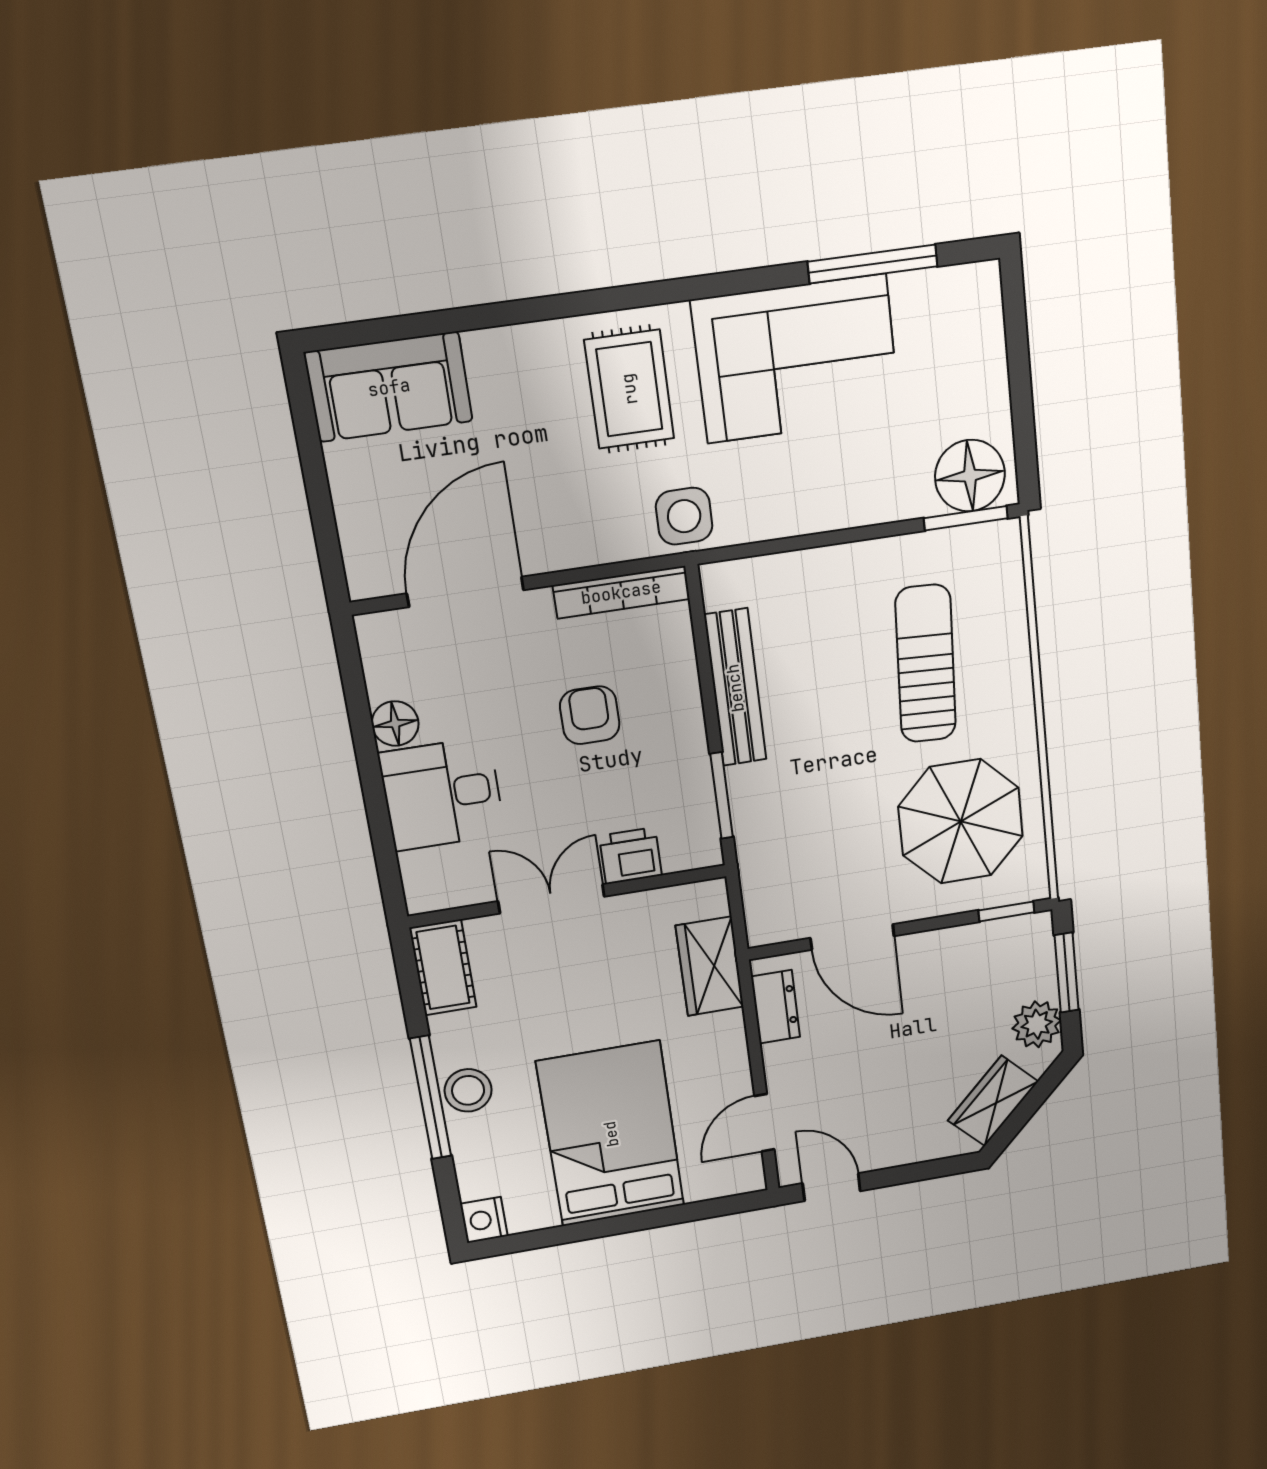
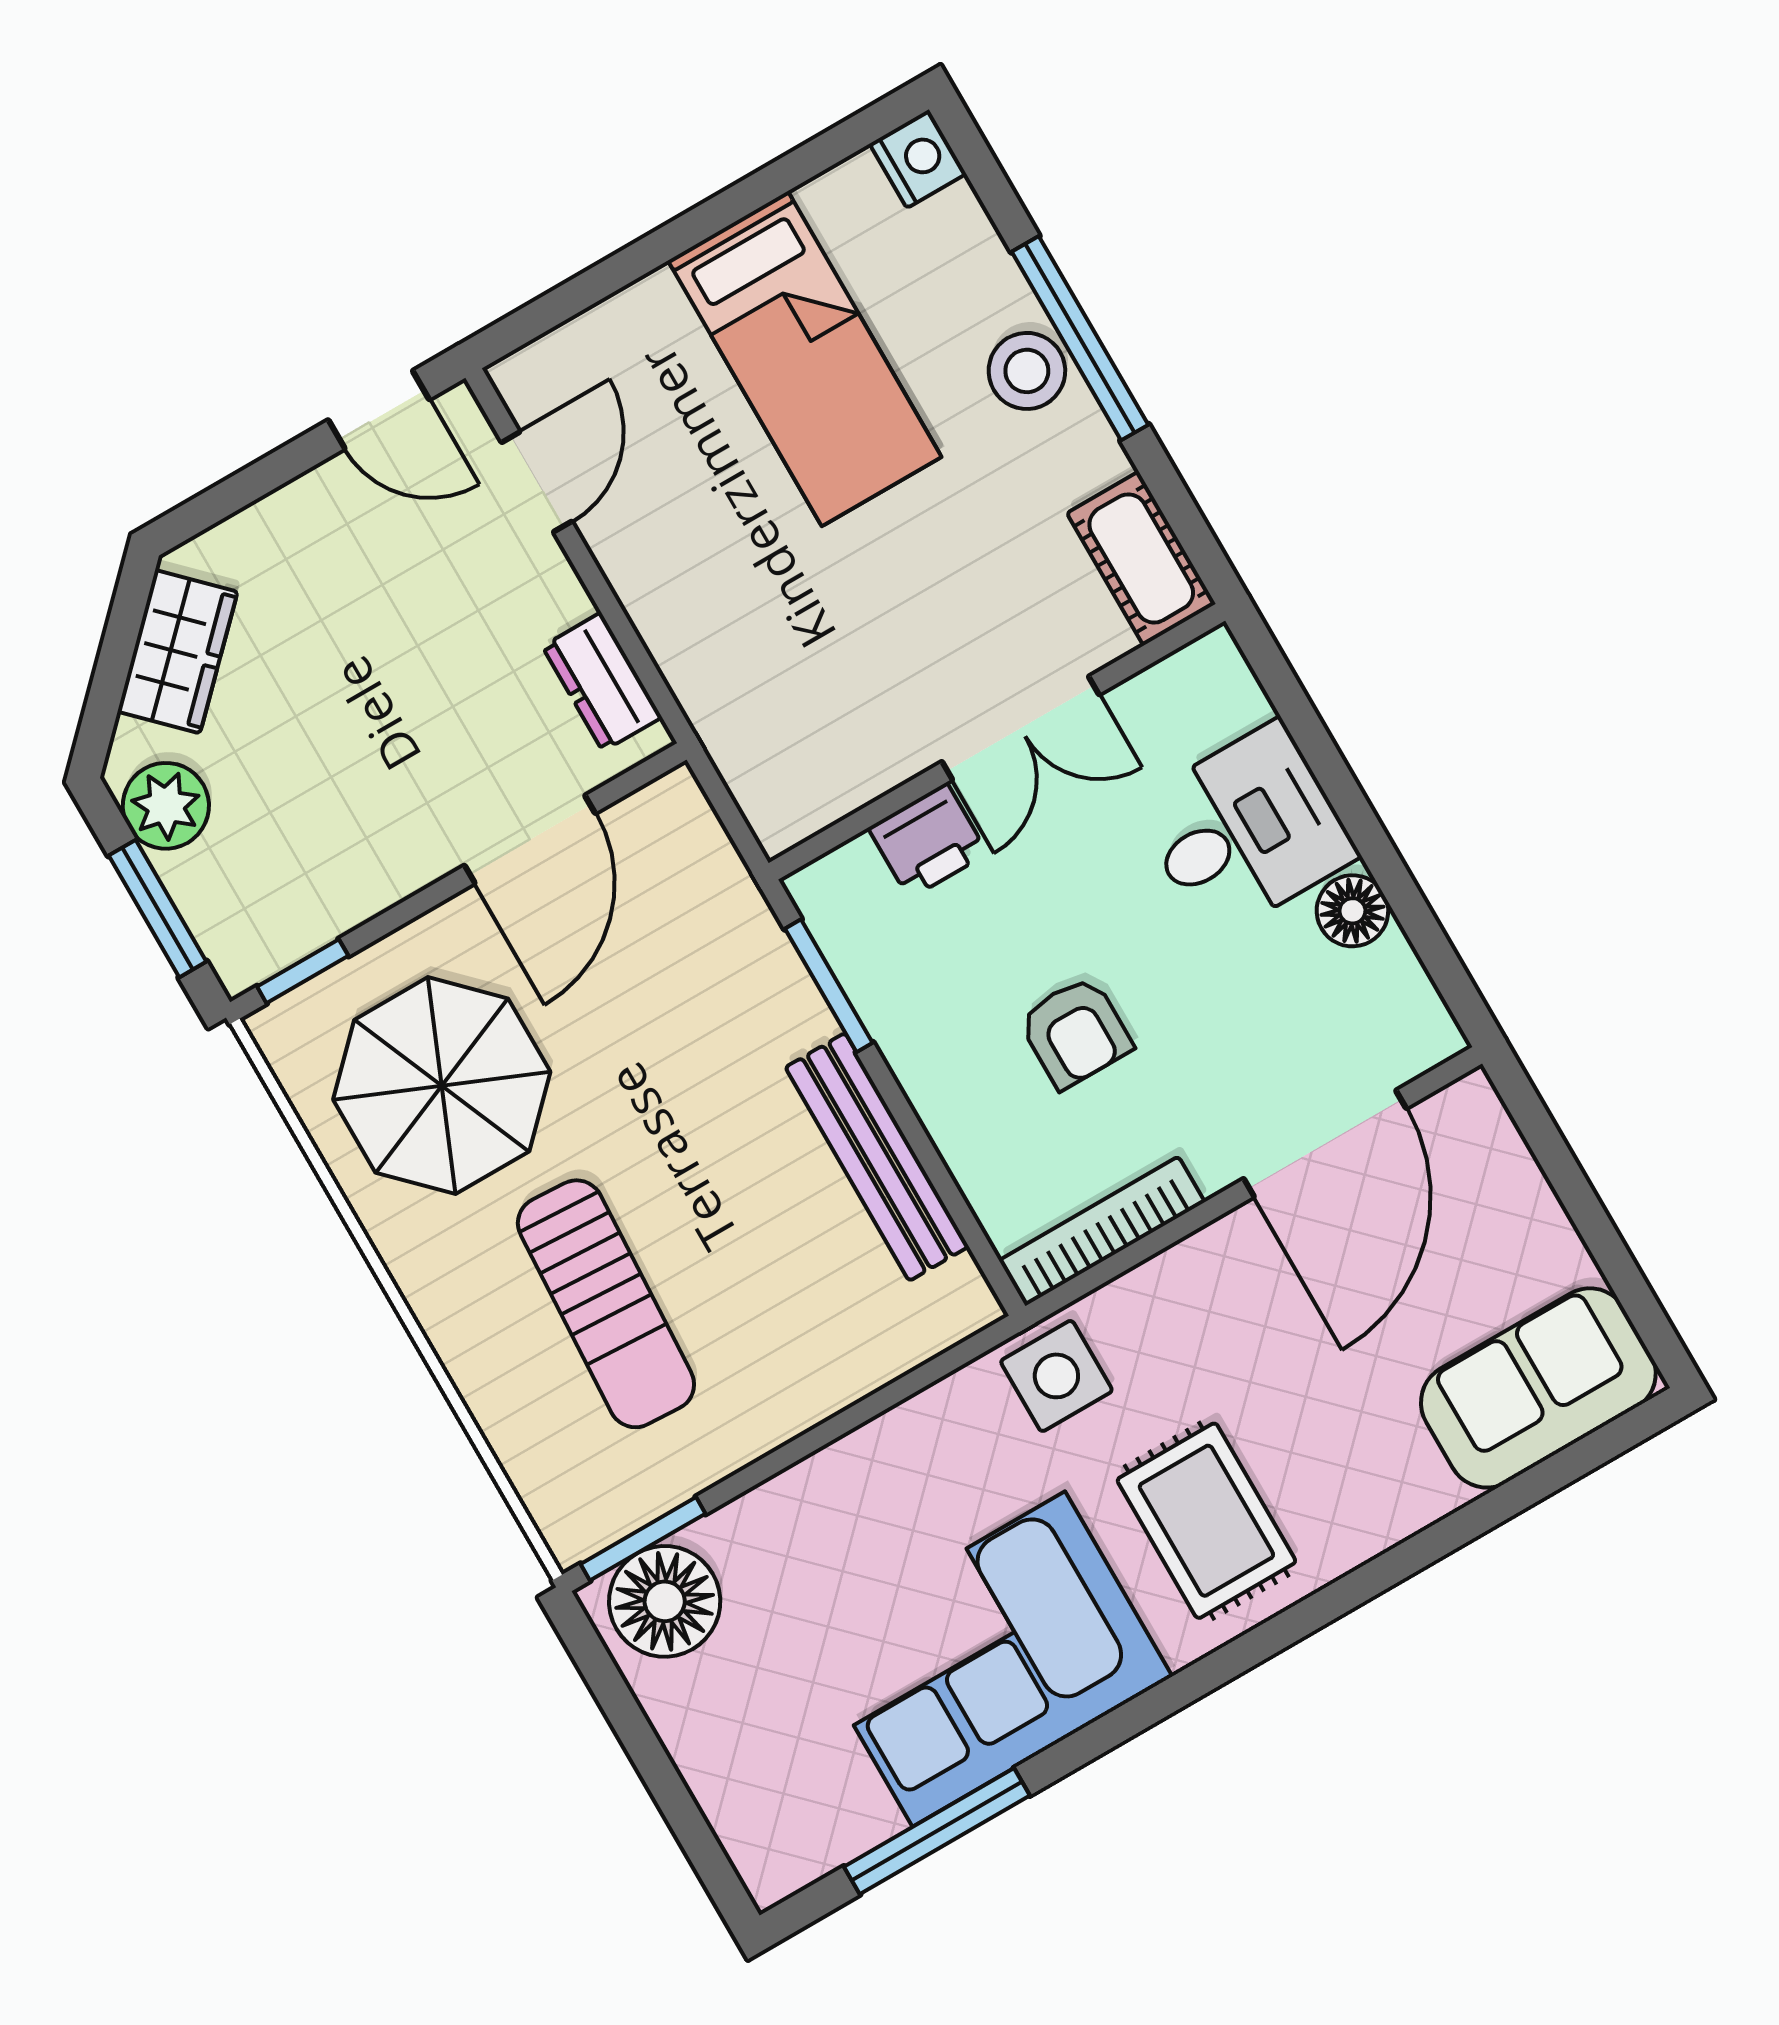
door: (852, 937) -> (530, 839), swing flipped
wardrobe: (710, 966) -> (734, 710), removed
bed: (611, 1134) -> (805, 359), width x0.67

